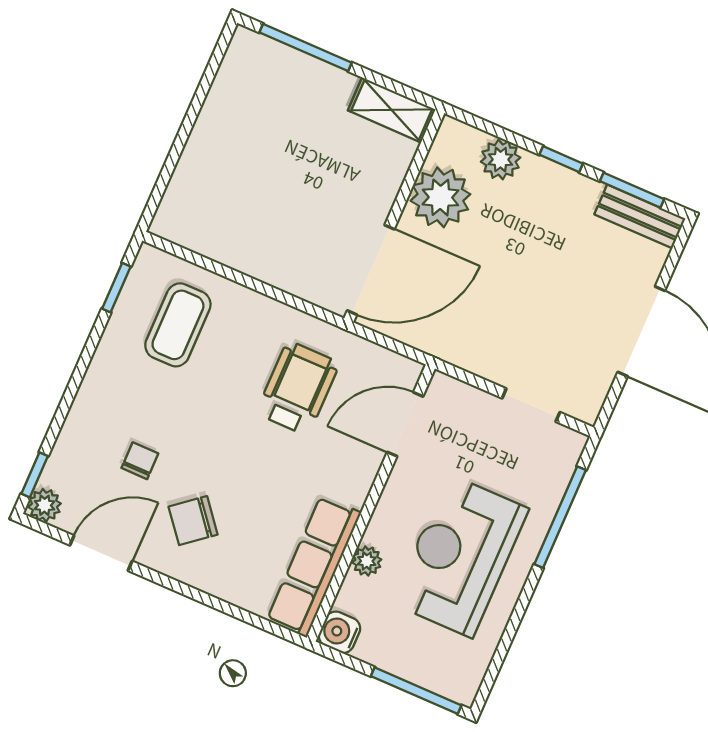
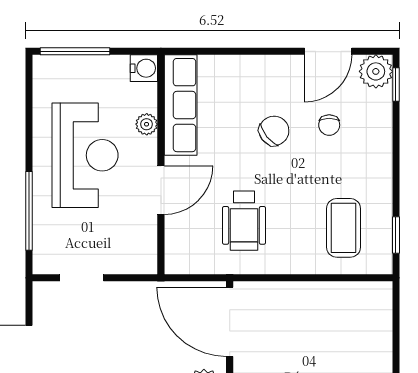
door: (371, 270) -> (230, 322), hinge flipped
door: (405, 424) -> (161, 190), moved
plant: (45, 505) -> (376, 71), width x1.38, depth x1.38
chair: (193, 521) -> (274, 131), moved

